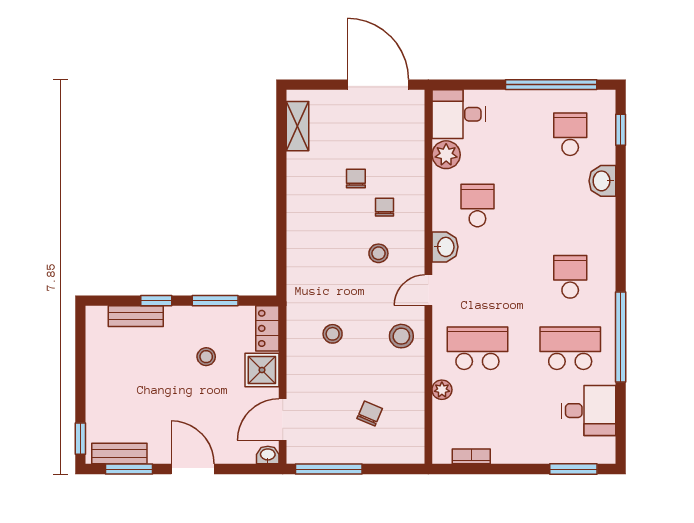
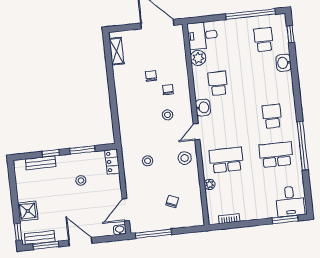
shower: (262, 370) -> (28, 211), moved
desk: (588, 411) -> (290, 201), moved, turned 90

